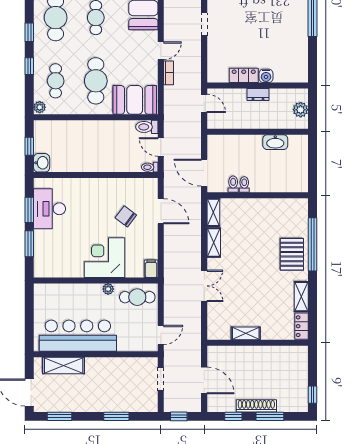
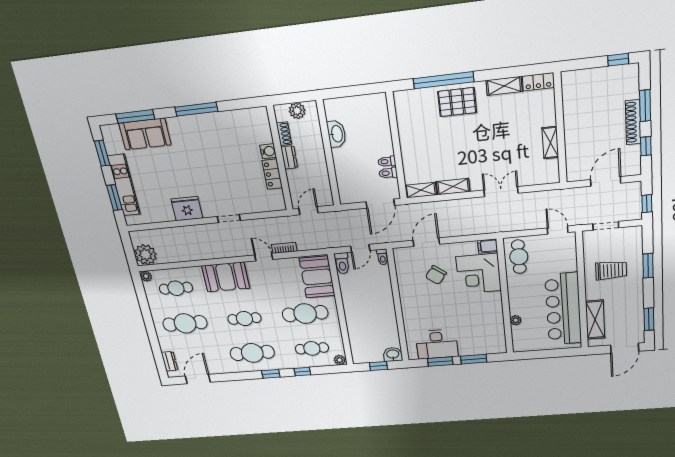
shoe rack: (281, 94) -> (284, 134), added
corner desk: (105, 258) -> (479, 274), moved
plant: (108, 289) -> (516, 320), moved
trolley: (115, 382) -> (611, 270), added

